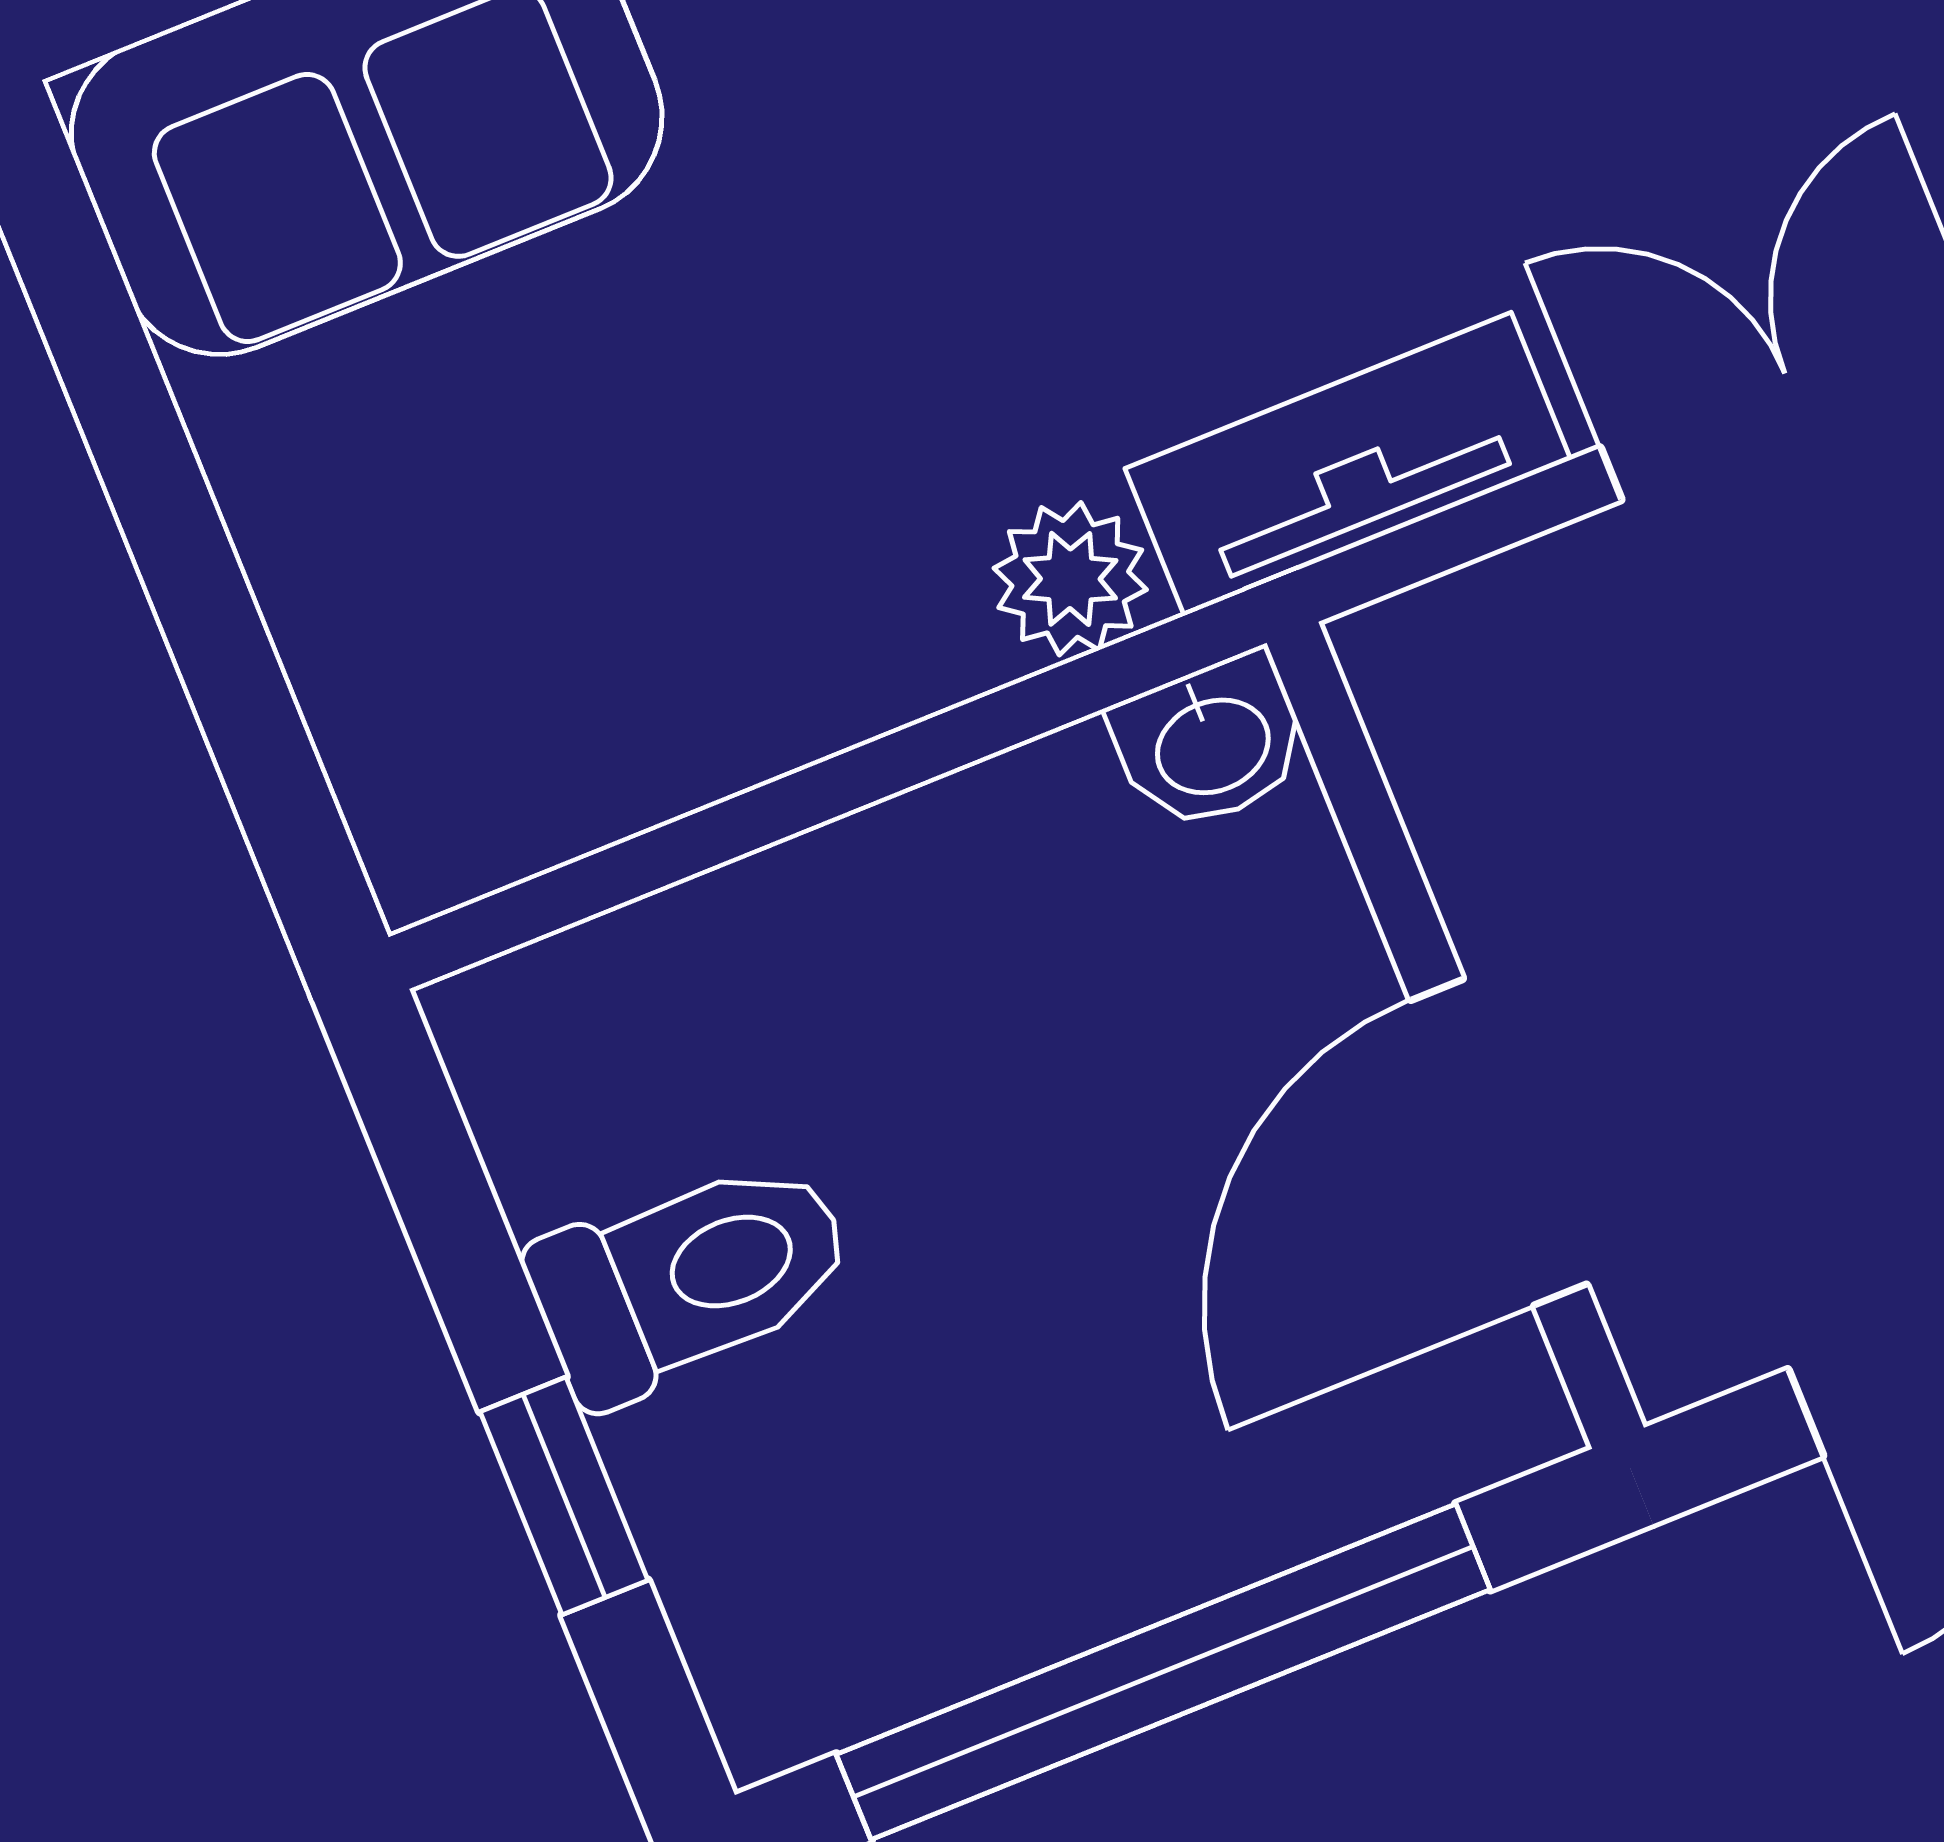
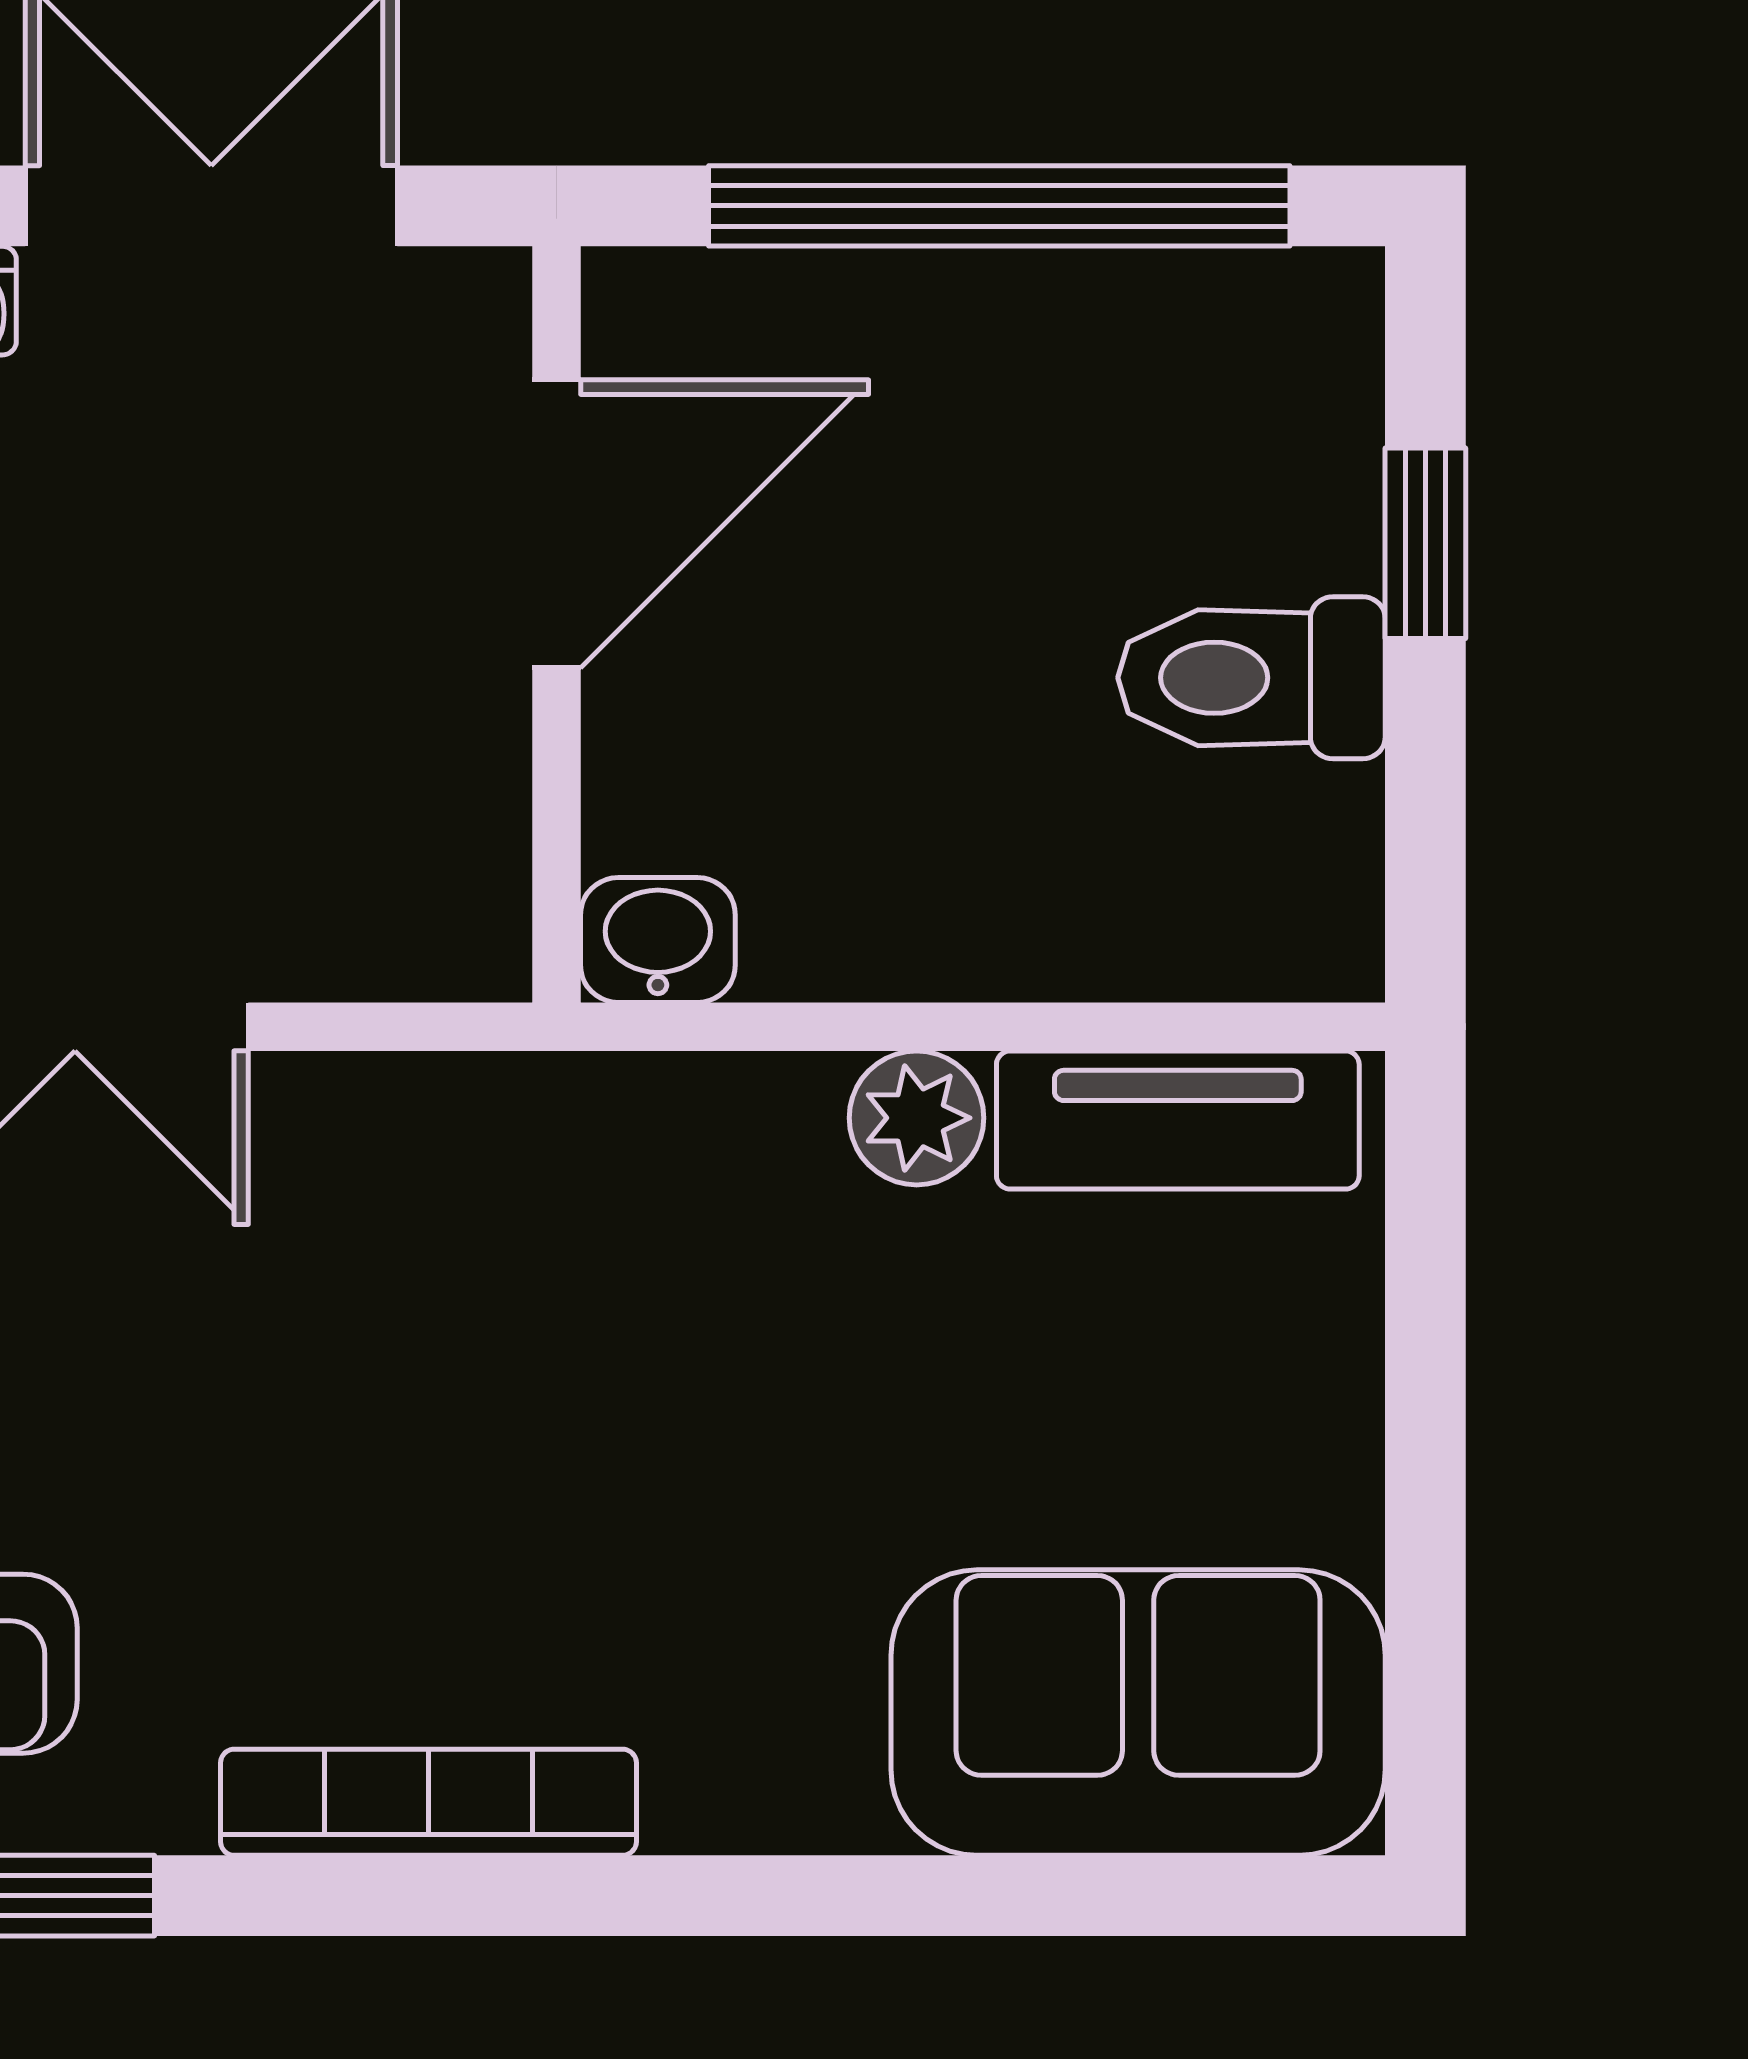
tv unit: (1348, 464) -> (1178, 1120), moved
plant: (1070, 579) -> (917, 1118), moved

